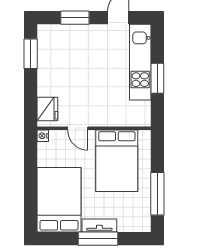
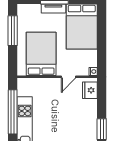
window: (157, 78) -> (13, 112), width x2.11
door: (78, 128) -> (69, 77), swing flipped

